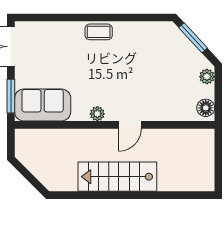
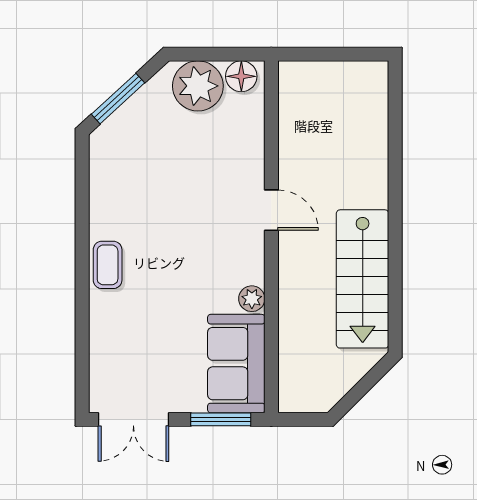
plant: (207, 77) -> (198, 86), width x1.88, depth x1.88
plant: (97, 114) -> (252, 299), moved
stairs: (117, 177) -> (363, 279), moved

